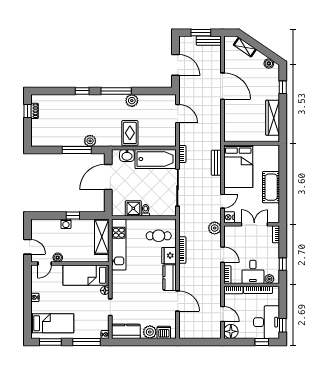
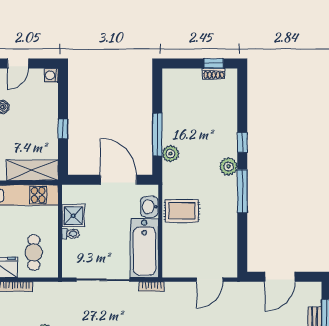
plant: (132, 101) -> (228, 166), moved
washing machine: (66, 224) -> (51, 75), moved

